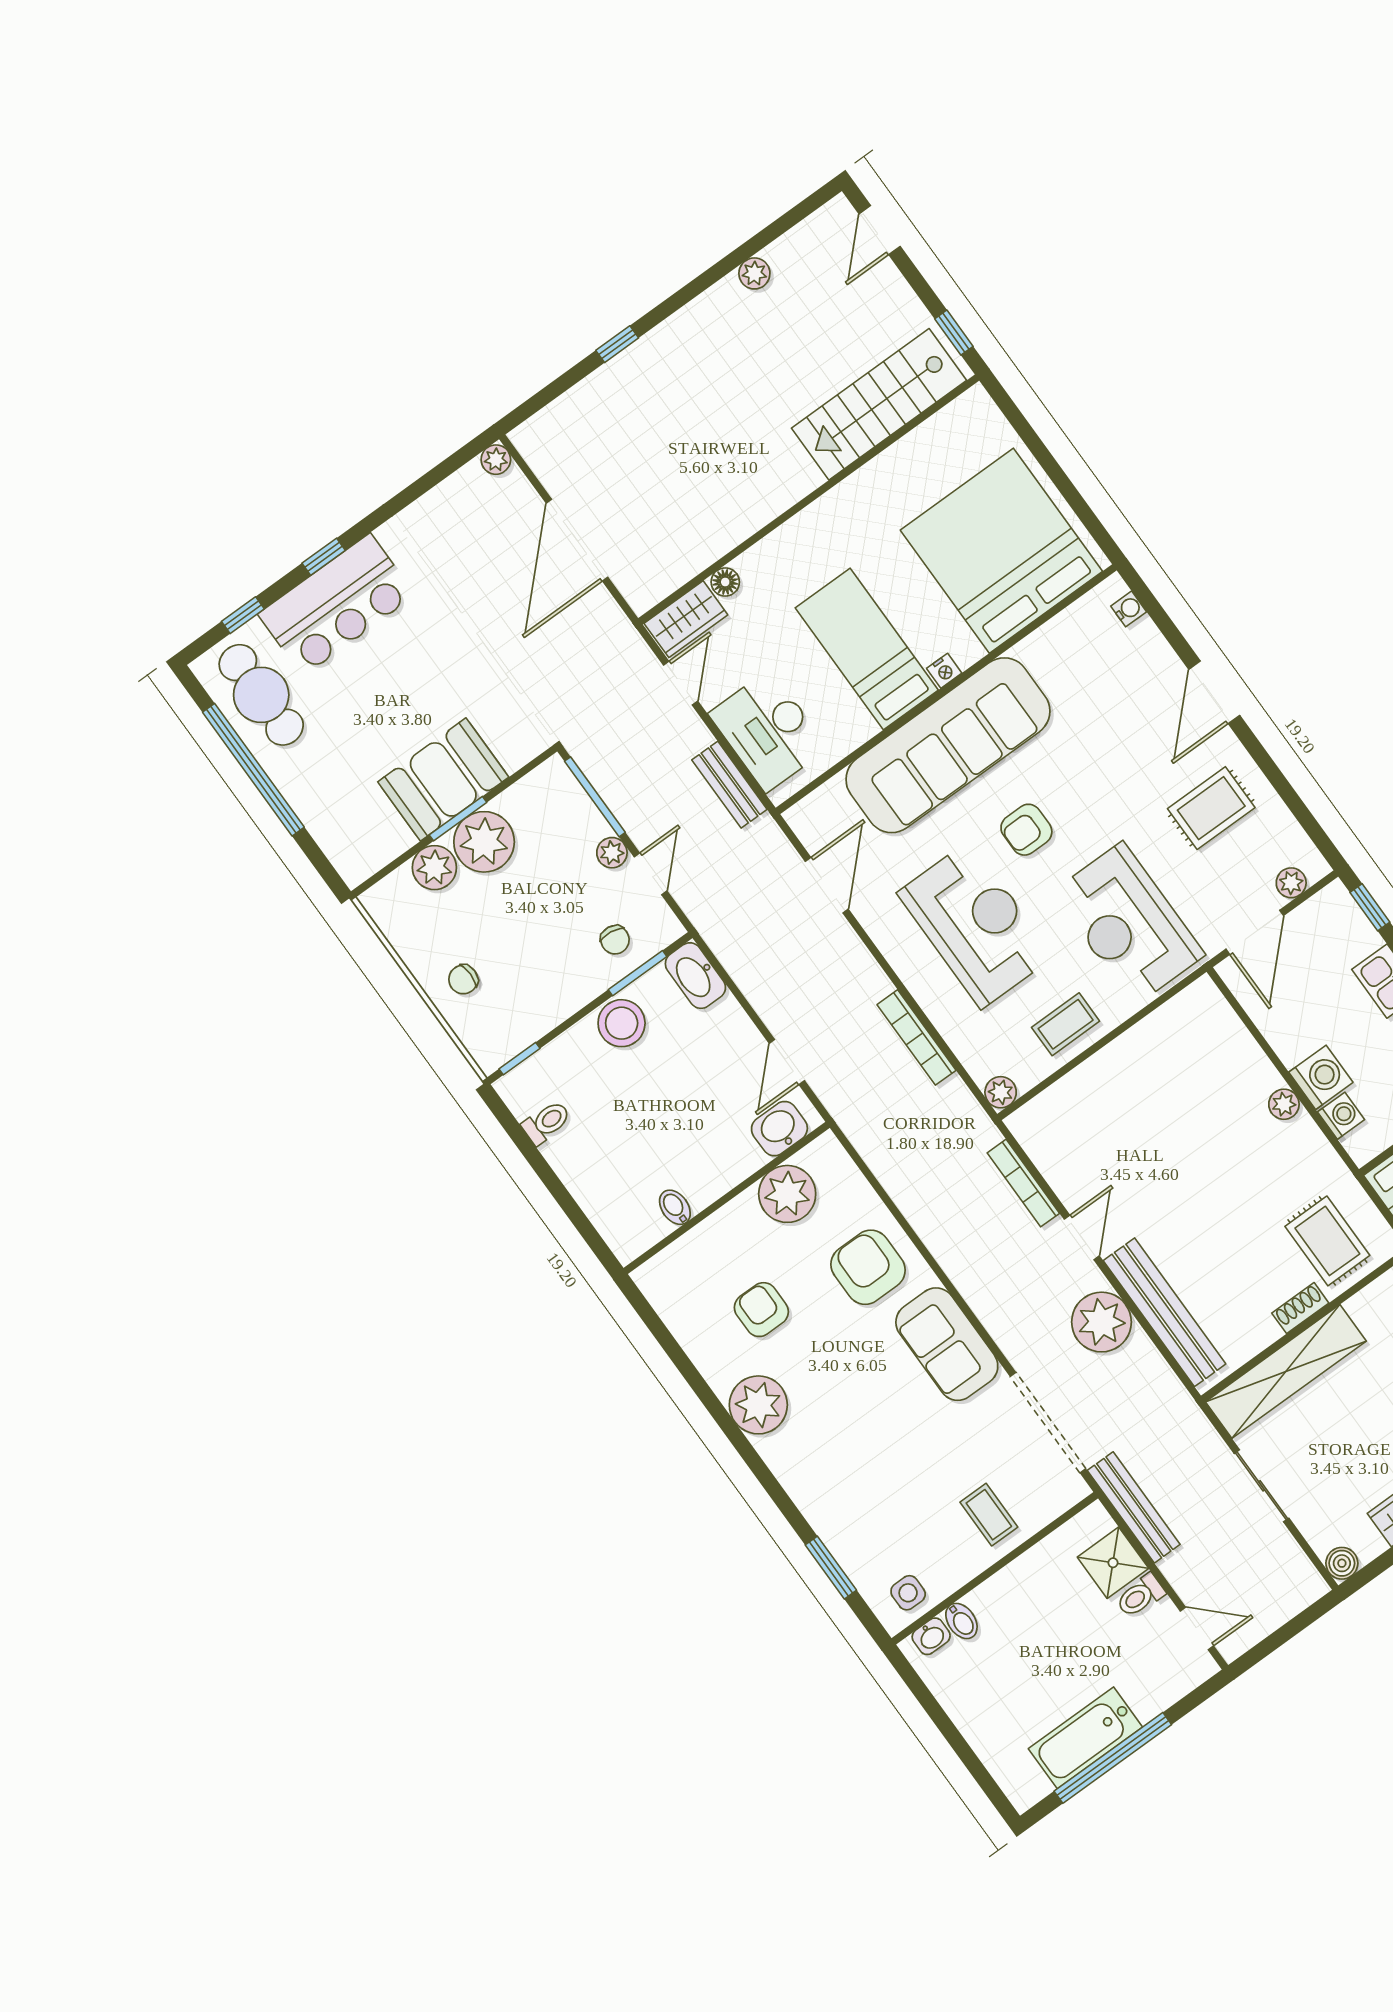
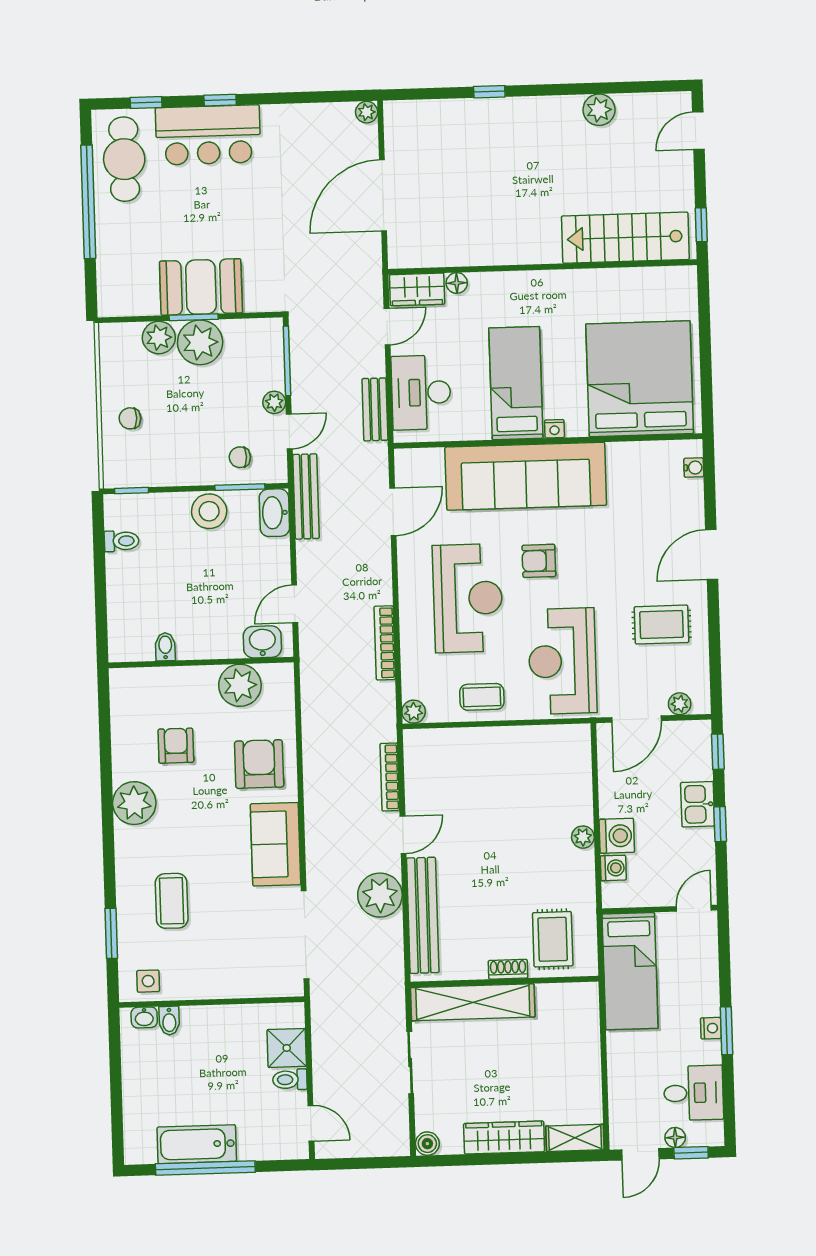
plant: (754, 273) -> (599, 110), width x1.38, depth x1.38
chair: (615, 940) -> (240, 457), turned 83
bench: (1134, 1507) -> (306, 496), moved
coffee table: (989, 1515) -> (172, 901), moved, width x1.36, depth x1.30

